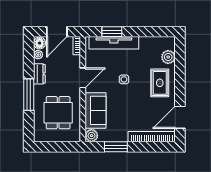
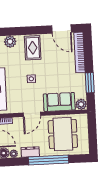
door: (83, 78) -> (32, 114), swing flipped
rug: (160, 83) -> (33, 48), turned 90
window: (29, 95) -> (49, 160), width x1.46
dining table: (58, 113) -> (63, 134), width x1.38

